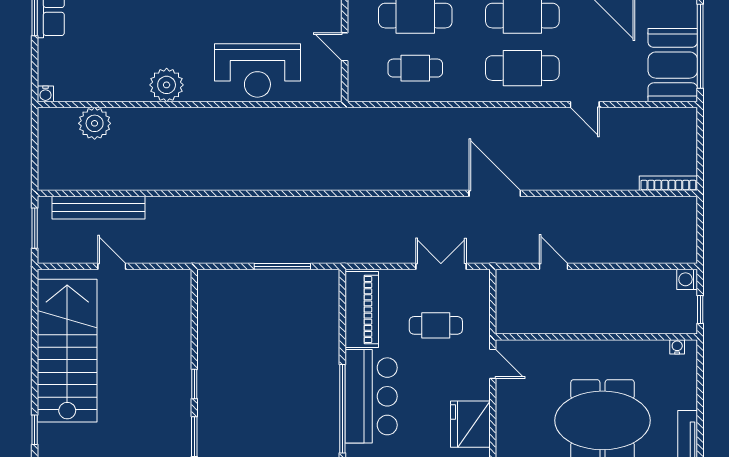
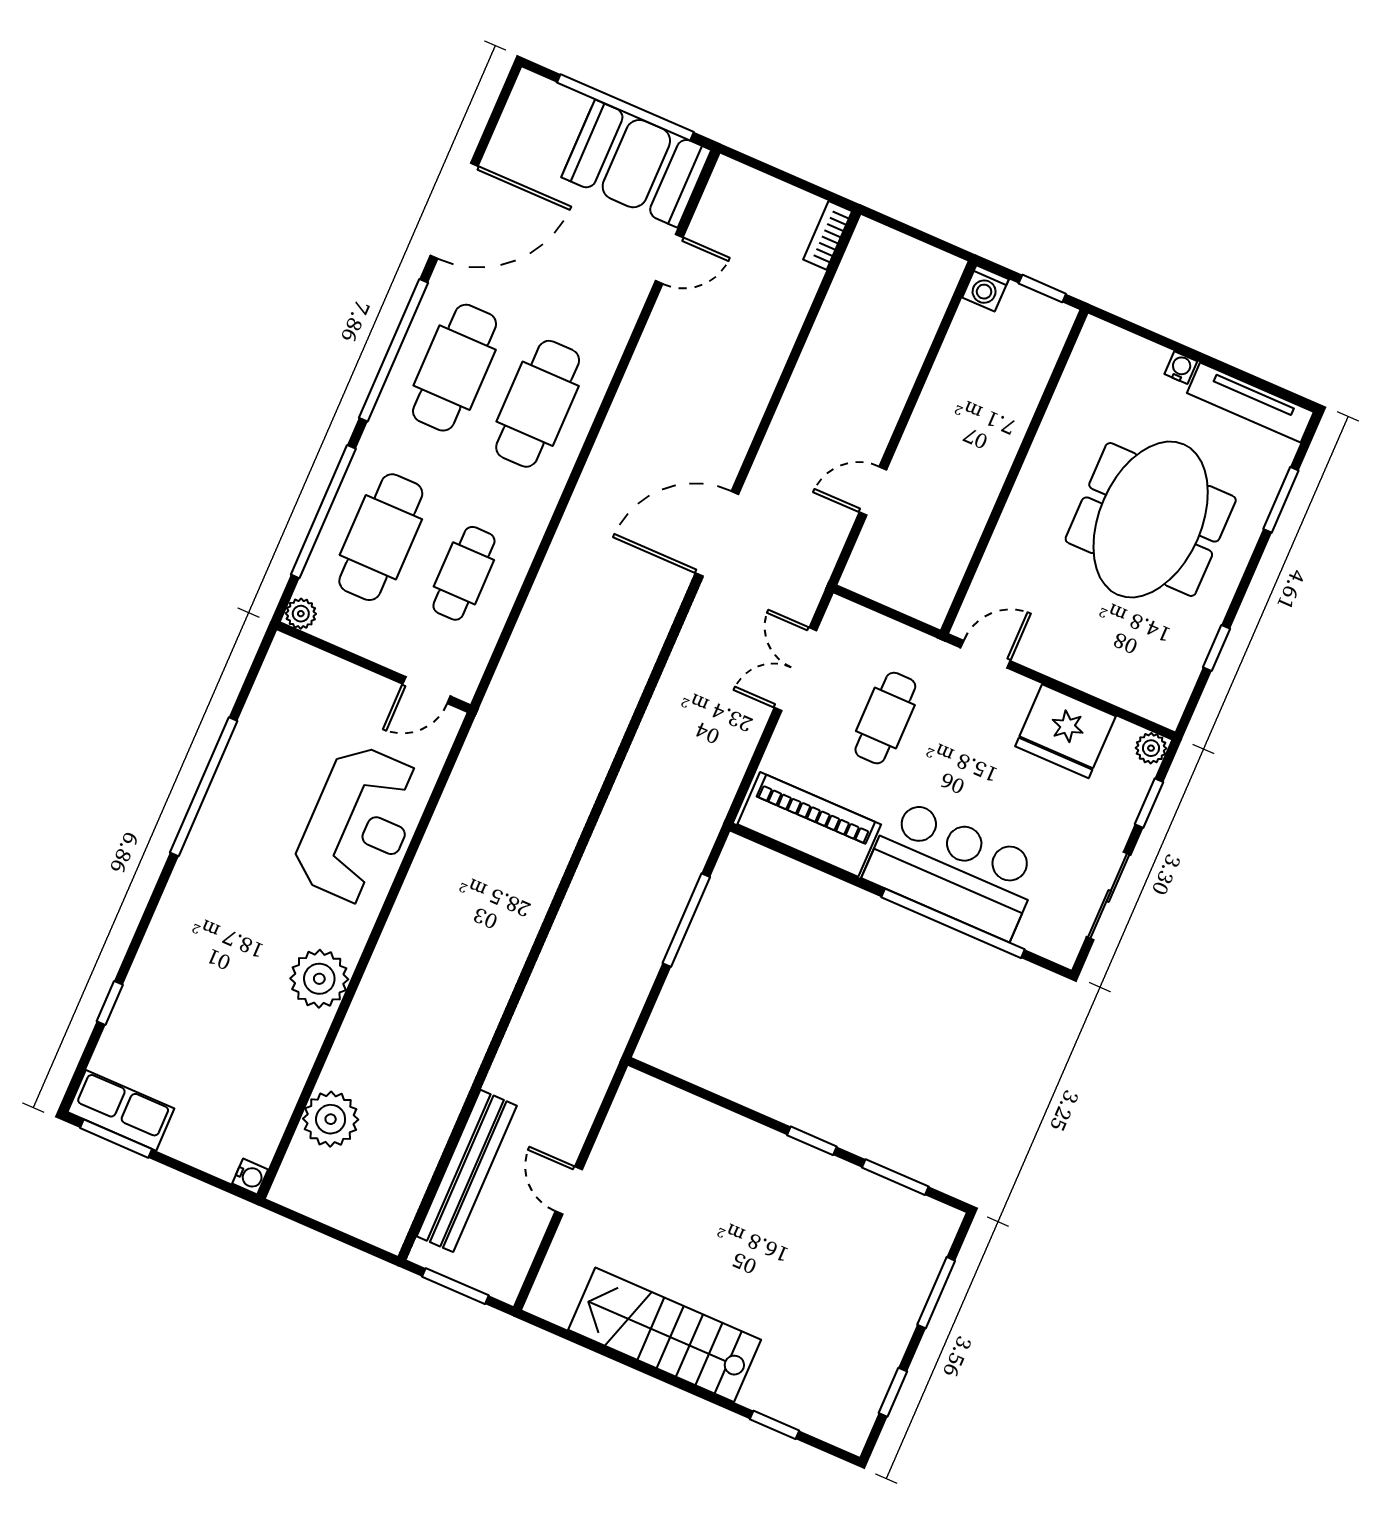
door: (345, 47) -> (426, 690), moved
door: (585, 105) -> (669, 259), moved
bookcase: (668, 183) -> (828, 235), width x0.64
door: (112, 266) -> (569, 1190), hinge flipped
water cooler: (677, 347) -> (1181, 368), moved, turned 90
stairs: (67, 351) -> (665, 1335), width x0.73, depth x0.66

